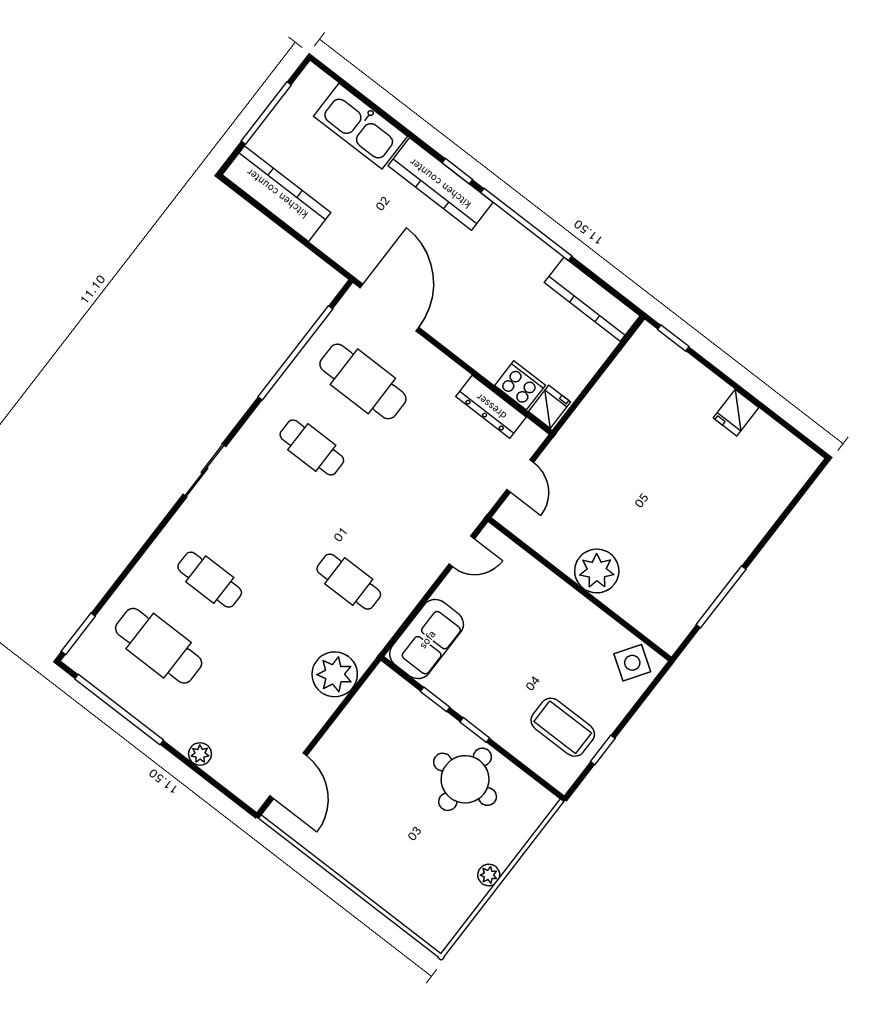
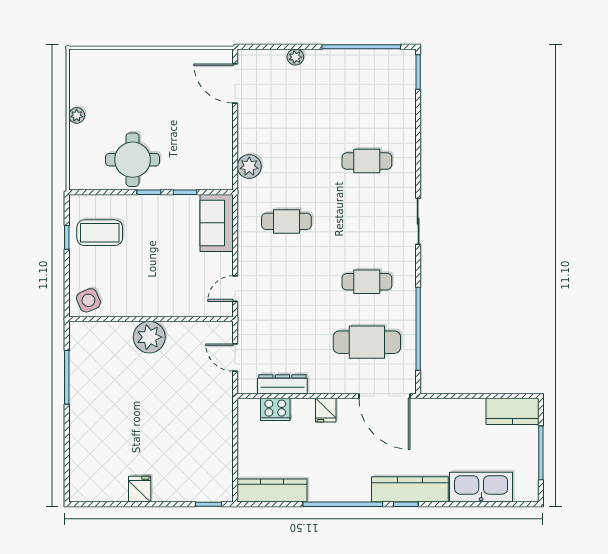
kitchen counter: (277, 194) -> (512, 411), width x0.67
fridge: (549, 407) -> (326, 410), moved
cafe table: (159, 646) -> (367, 101), removed
side table: (632, 663) -> (88, 300), turned 33
plant: (335, 674) -> (249, 166), width x0.73, depth x0.73

